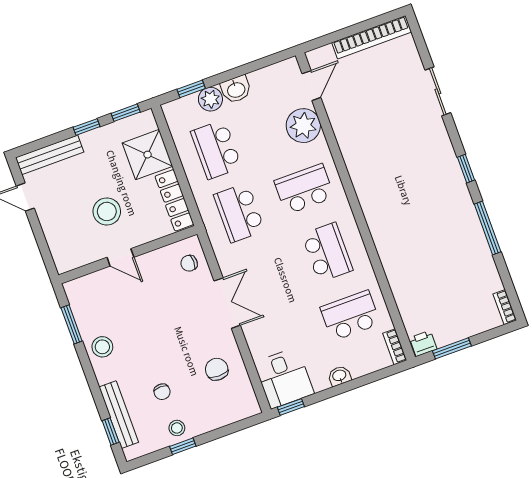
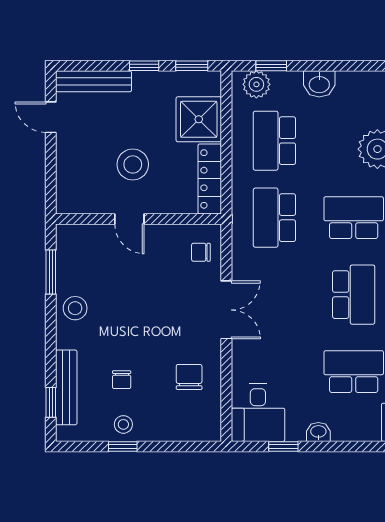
plant: (210, 99) -> (256, 84), moved
window: (291, 407) -> (283, 446), moved

